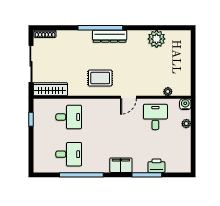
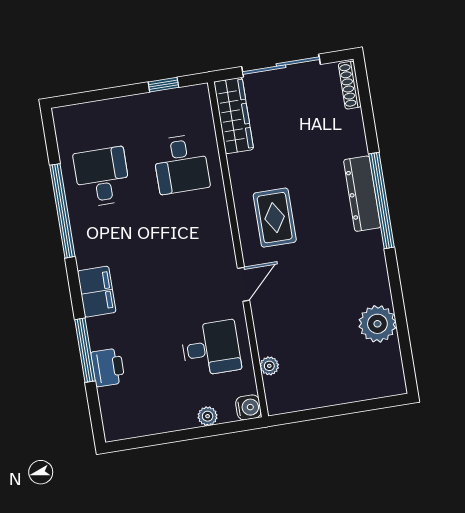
dresser: (110, 36) -> (362, 194), moved
door: (128, 97) -> (244, 284), swing flipped
desk: (69, 154) -> (102, 177), turned 180

